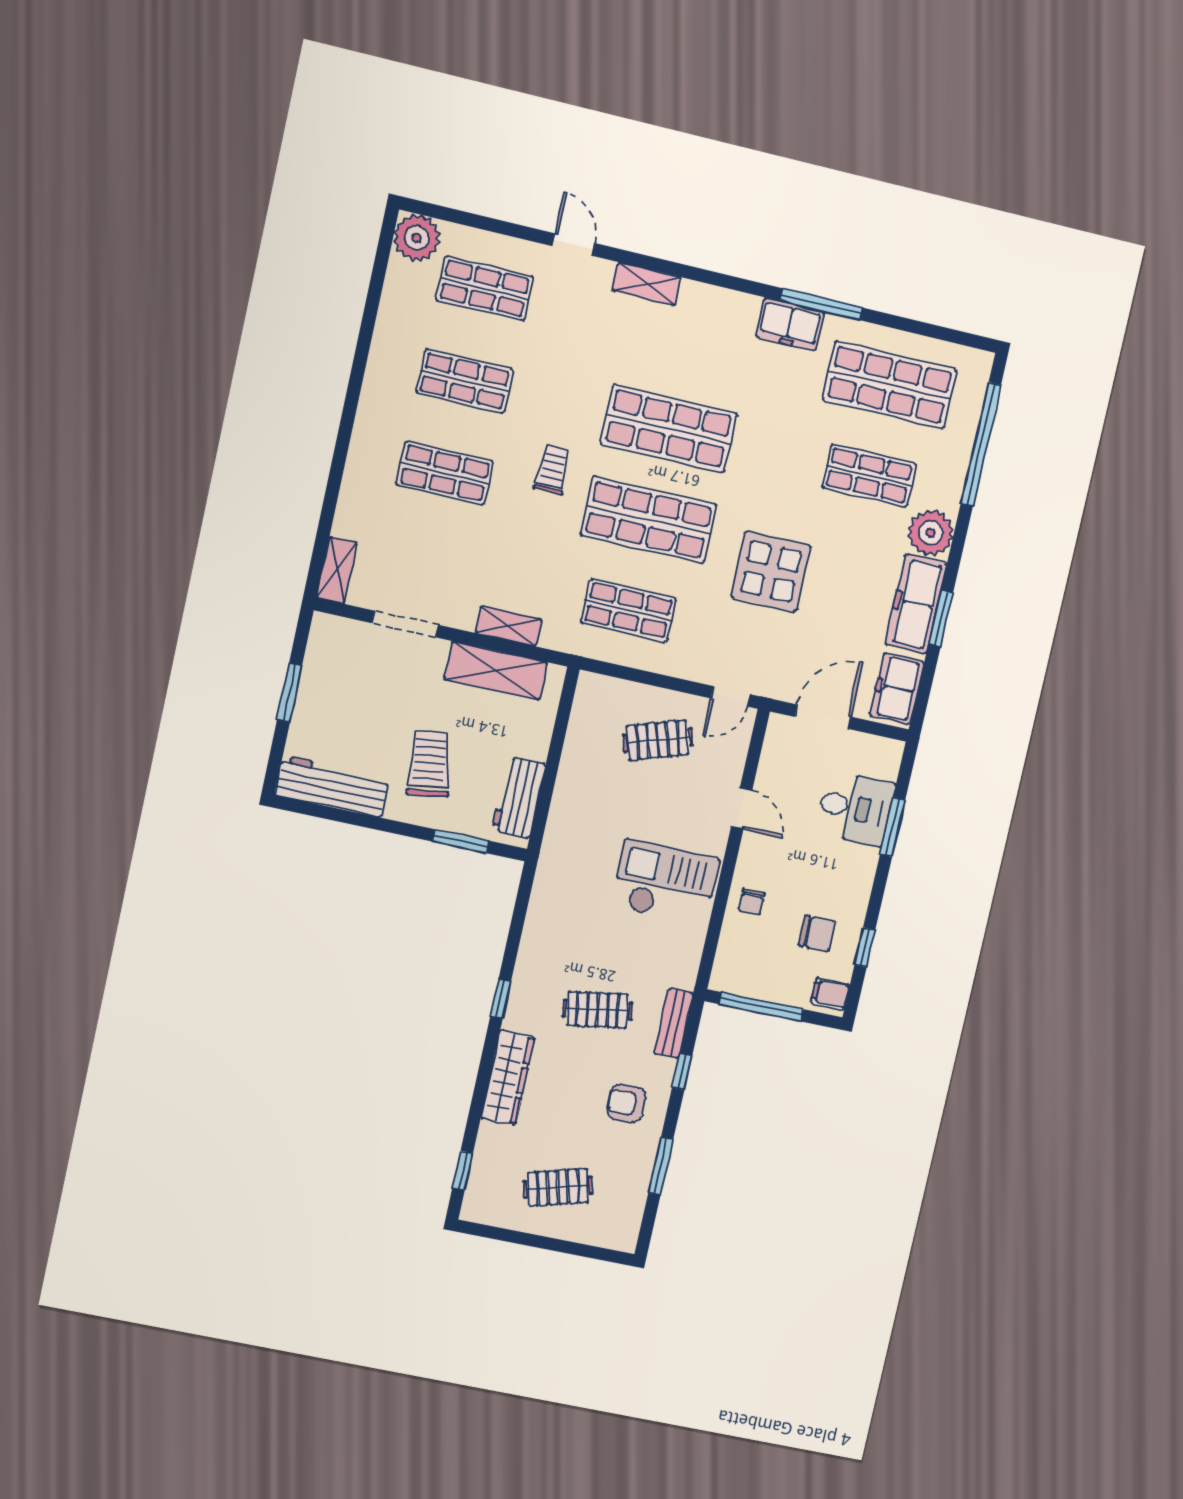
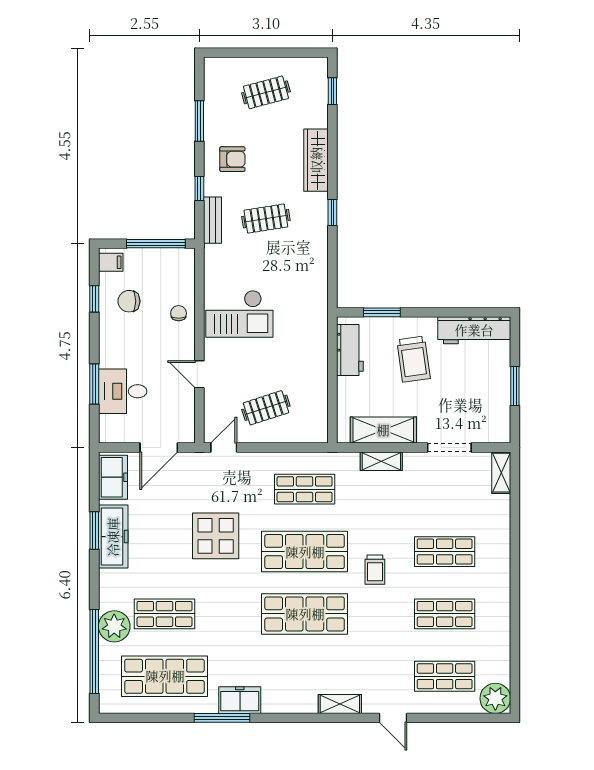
plant: (931, 533) -> (114, 626), moved

